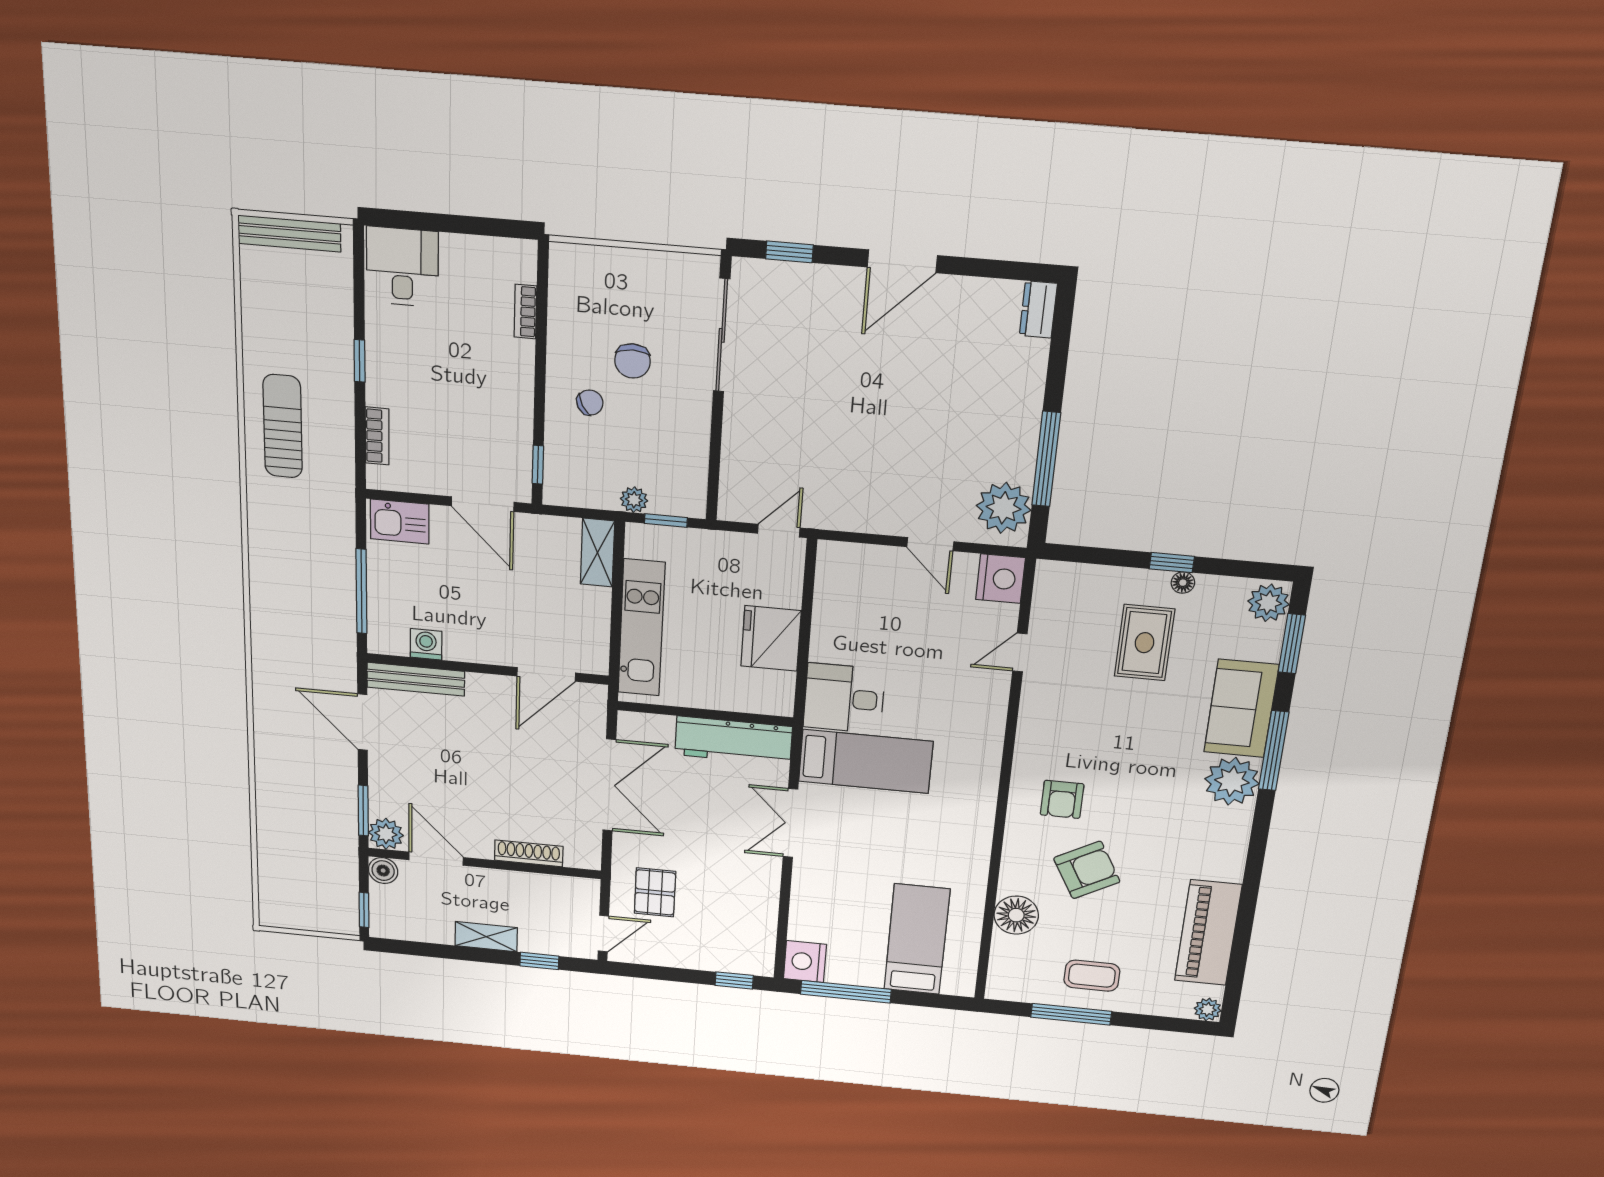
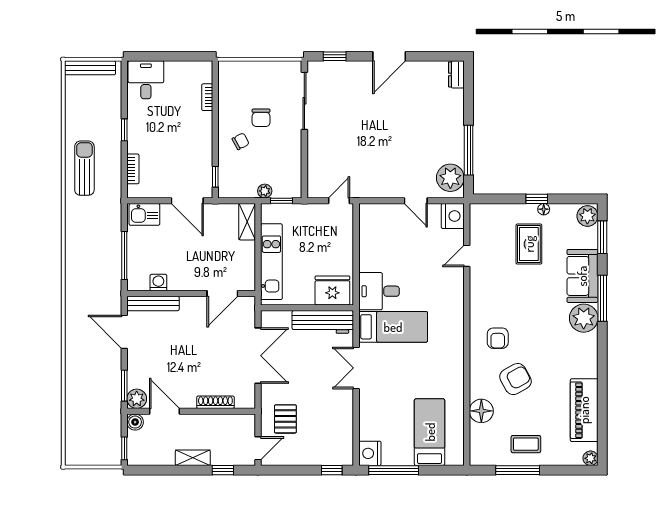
fridge: (771, 638) -> (332, 290), moved, turned 90

